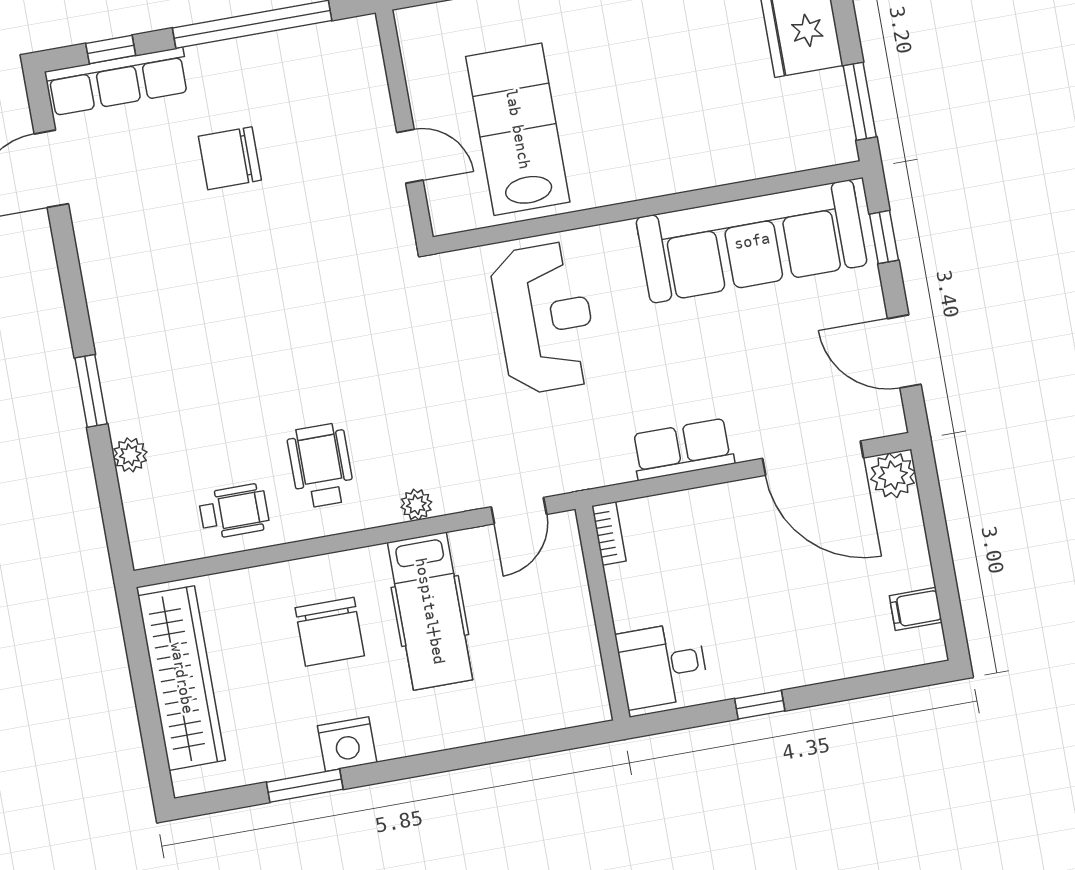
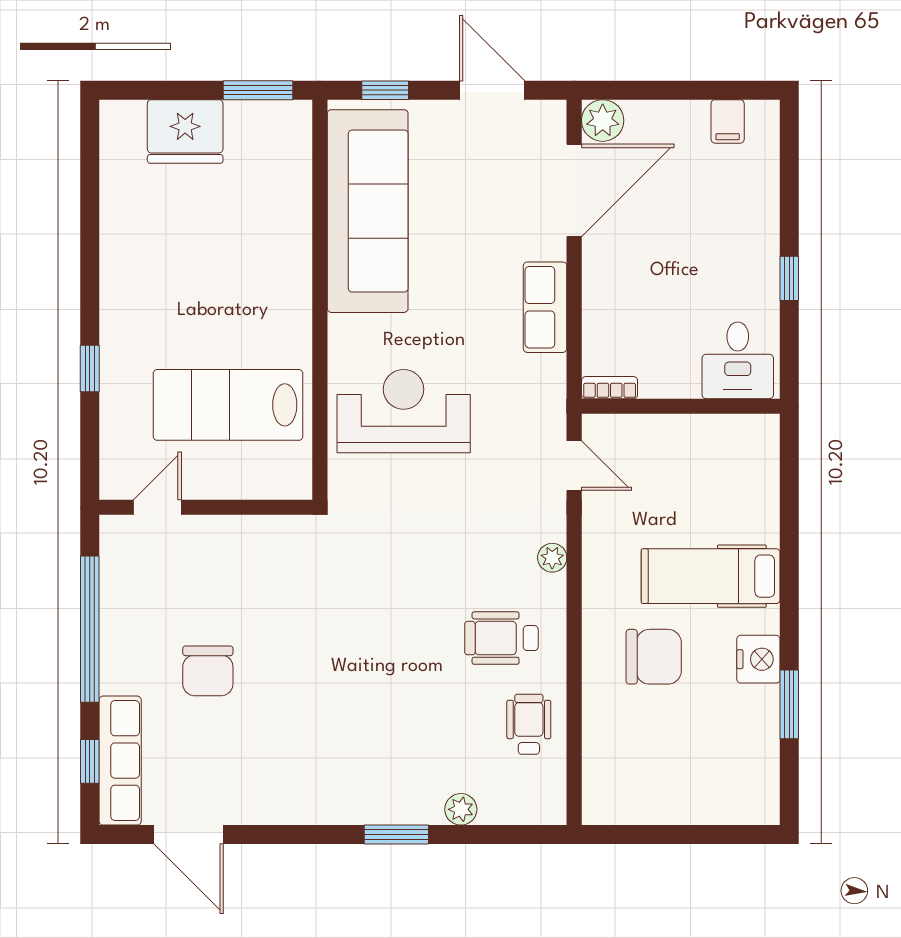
door: (410, 156) -> (157, 507), moved
door: (904, 351) -> (492, 90), swing flipped
hospital bed: (430, 611) -> (711, 576), moved, turned 180
wardrobe: (182, 678) -> (672, 799), removed

